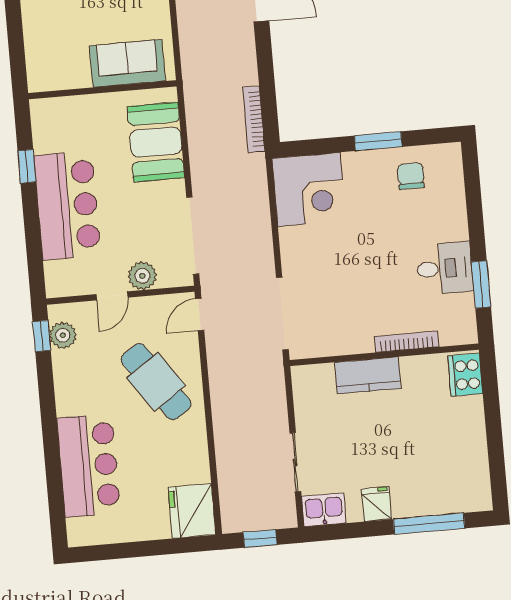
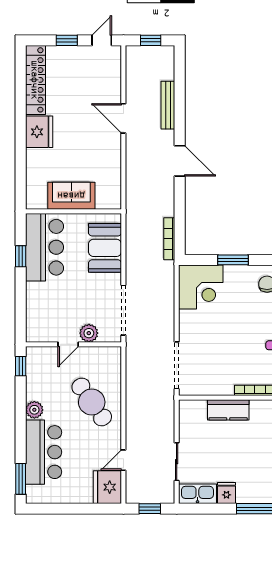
sofa: (127, 63) -> (71, 196), moved
window: (378, 141) -> (233, 260), moved
bar counter: (67, 205) -> (45, 247), moved
door: (200, 315) -> (123, 460), moved
plant: (63, 335) -> (34, 410), moved
window: (57, 510) -> (21, 479), added
kitchen sink: (324, 510) -> (197, 494), width x1.38

